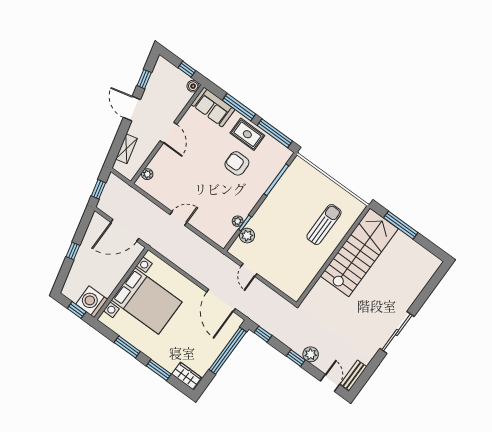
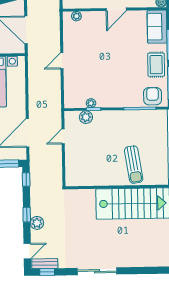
armchair: (237, 163) -> (153, 96), moved
door: (178, 219) -> (62, 61), swing flipped
sun lounger: (324, 225) -> (134, 165), turned 81
window: (363, 379) -> (47, 272), added

